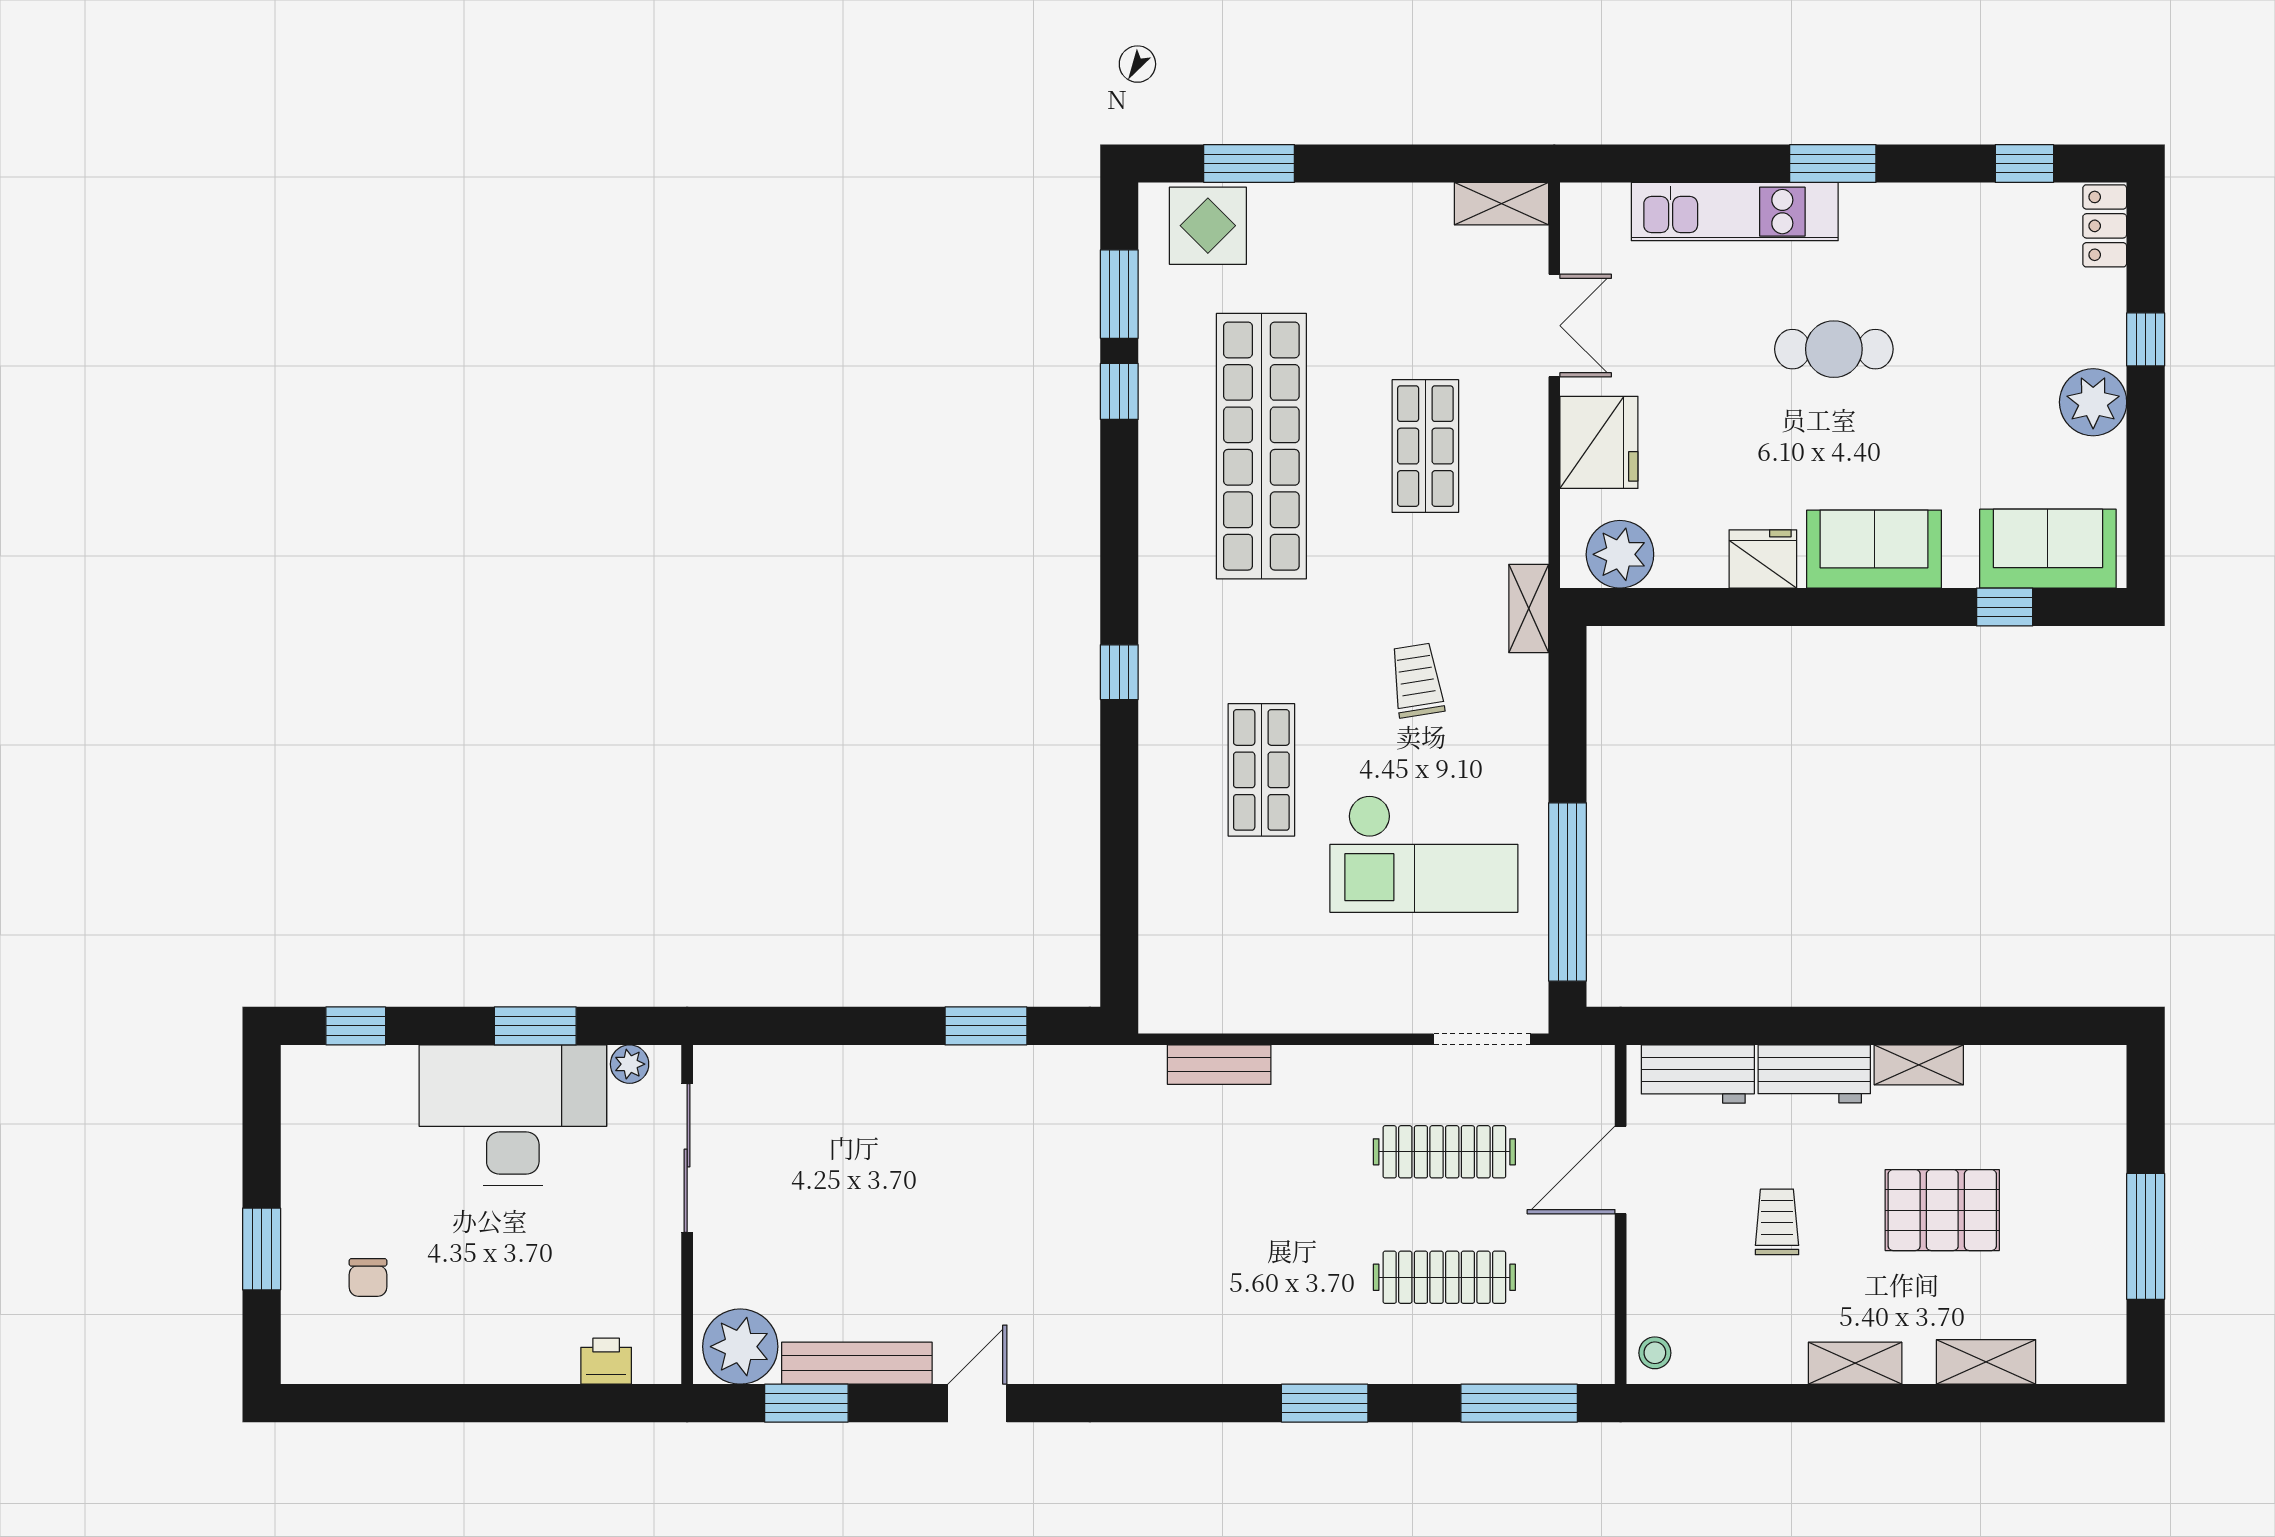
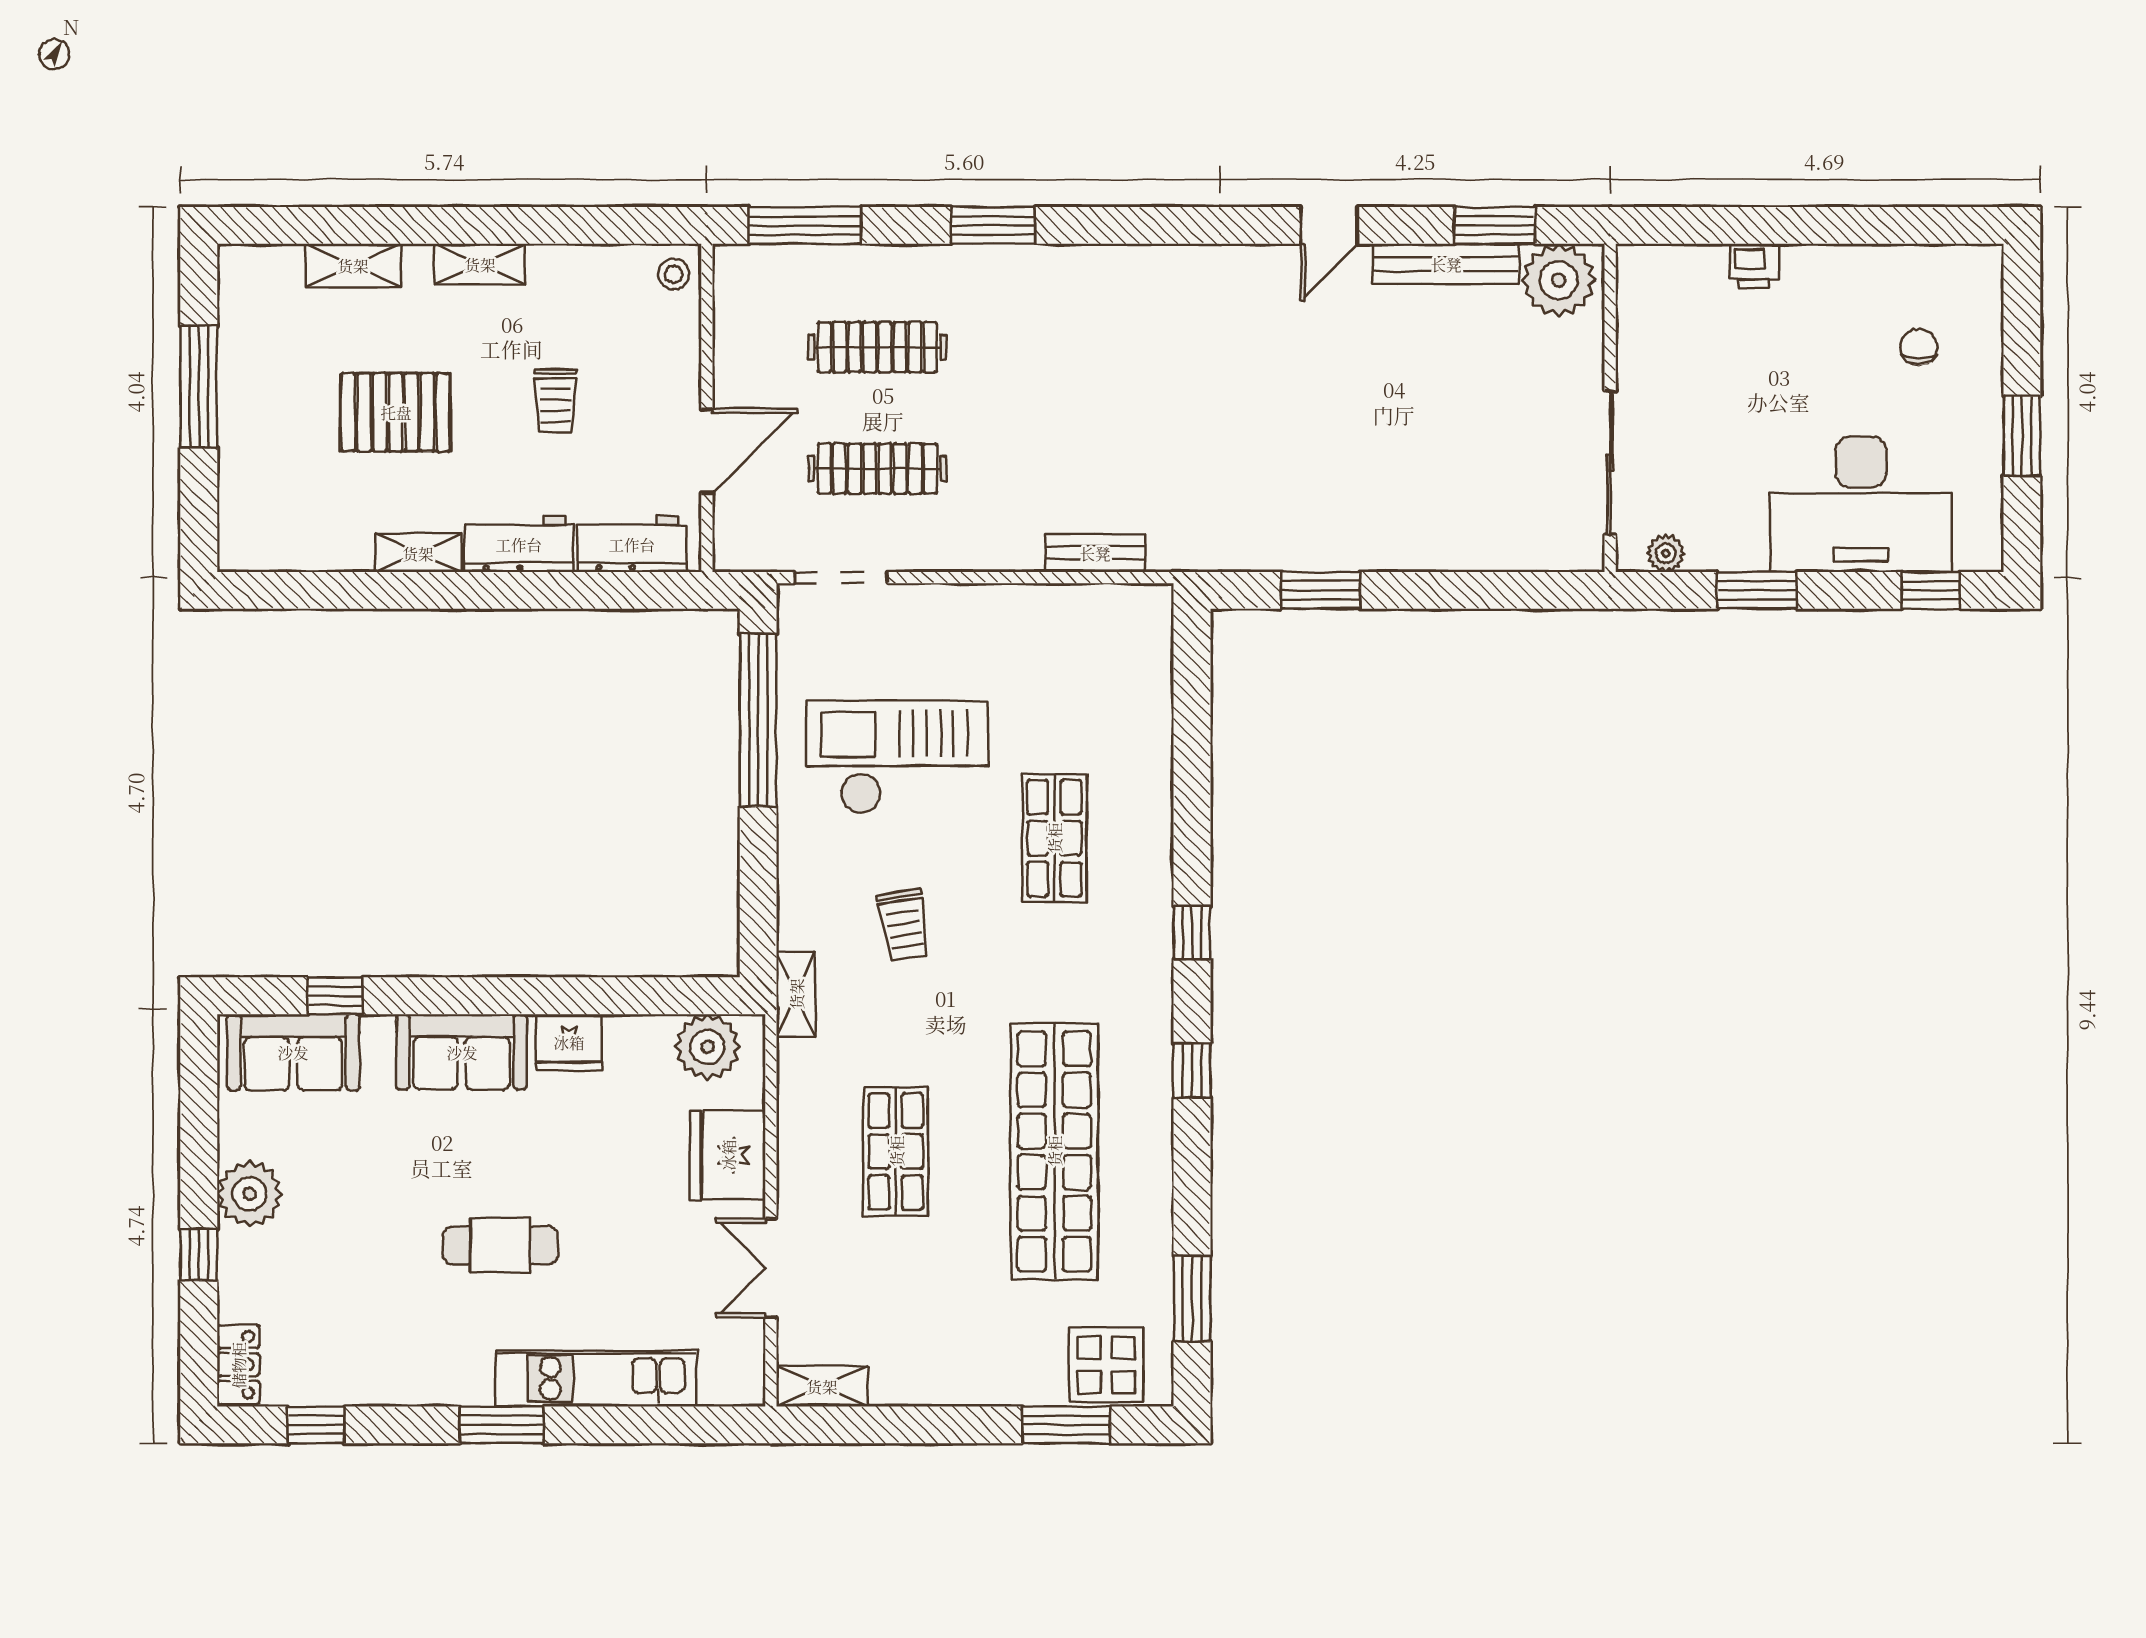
window: (1119, 391) -> (1192, 1071), moved
desk: (513, 1115) -> (1861, 504), moved
window: (262, 1249) -> (2022, 436), moved
printer: (606, 1361) -> (1754, 266), moved

